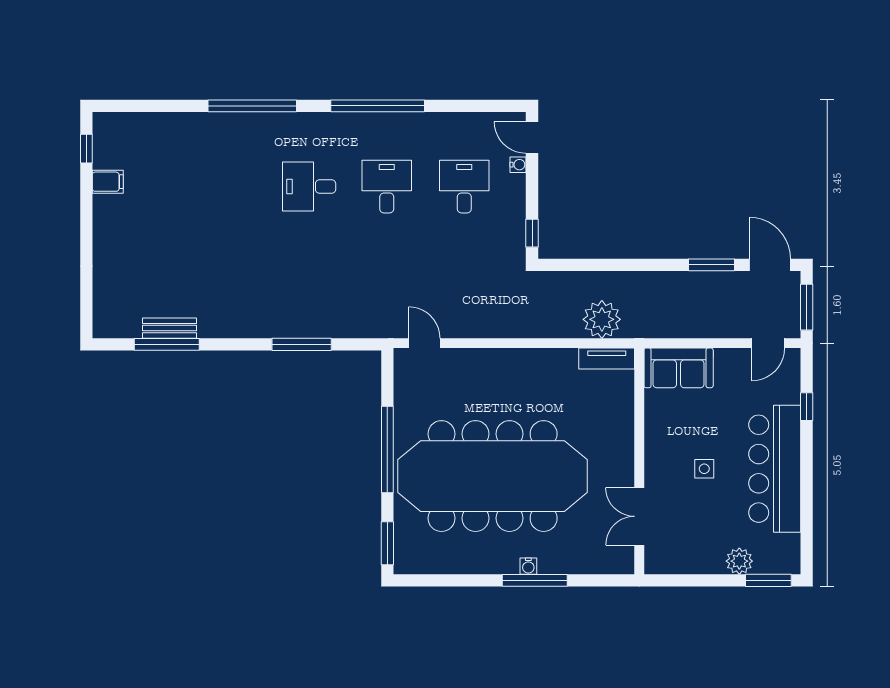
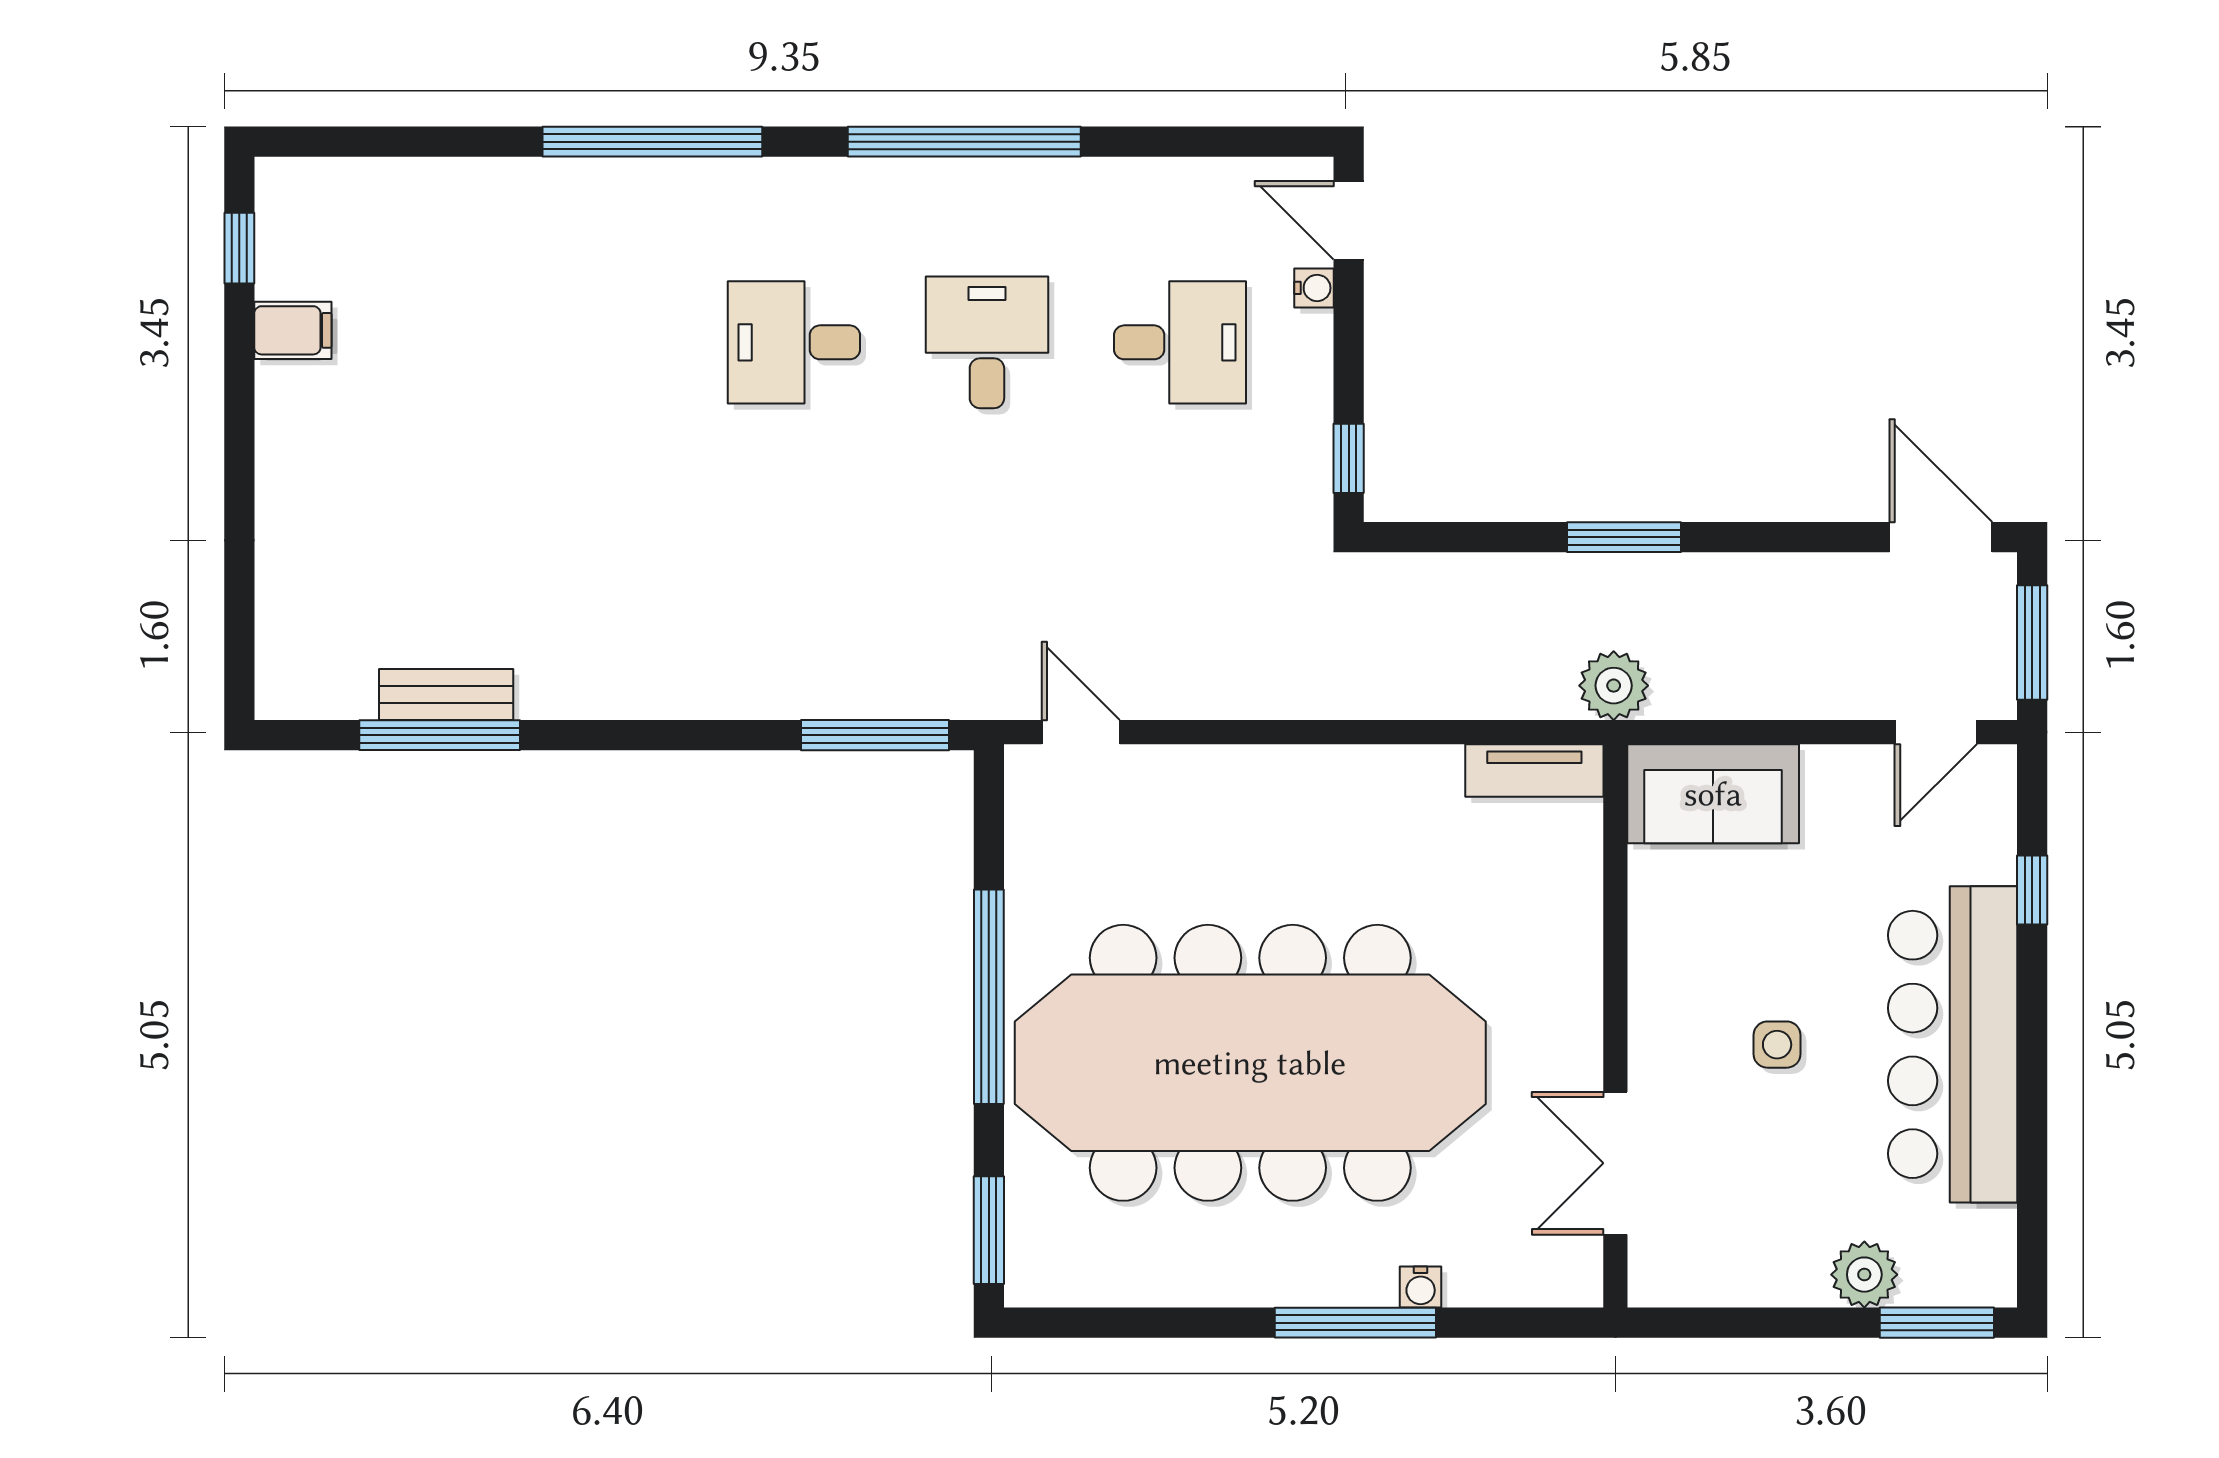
desk: (464, 187) -> (1180, 342), turned 90
window: (711, 265) -> (1624, 537), moved
plant: (602, 319) -> (1614, 686), moved, width x0.73, depth x0.73
window: (302, 344) -> (875, 735), moved
water cooler: (528, 566) -> (1421, 1287), moved

